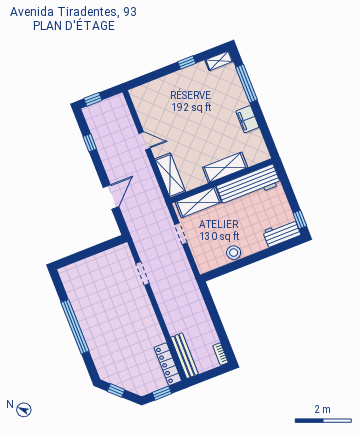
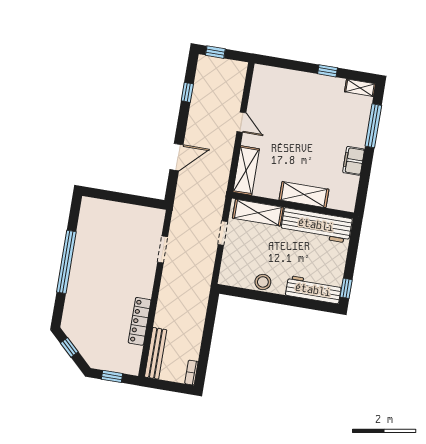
workbench: (282, 233) -> (313, 290), width x1.38
locker: (168, 364) -> (140, 321), moved

